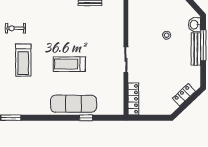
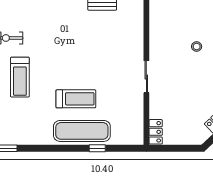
treadmill: (69, 64) -> (76, 99), moved, turned 180
locker: (133, 99) -> (156, 132), width x0.66

